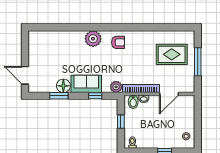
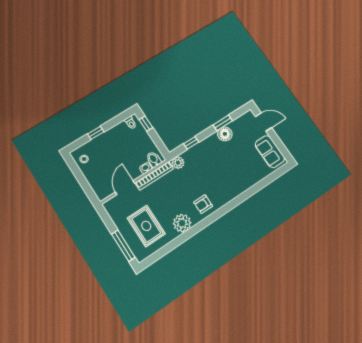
plant: (93, 39) -> (182, 223), moved
rug: (172, 54) -> (146, 226), turned 90
window: (198, 62) -> (123, 246), moved
sofa: (86, 84) -> (270, 152), moved, turned 90
window: (121, 122) -> (146, 124), moved

